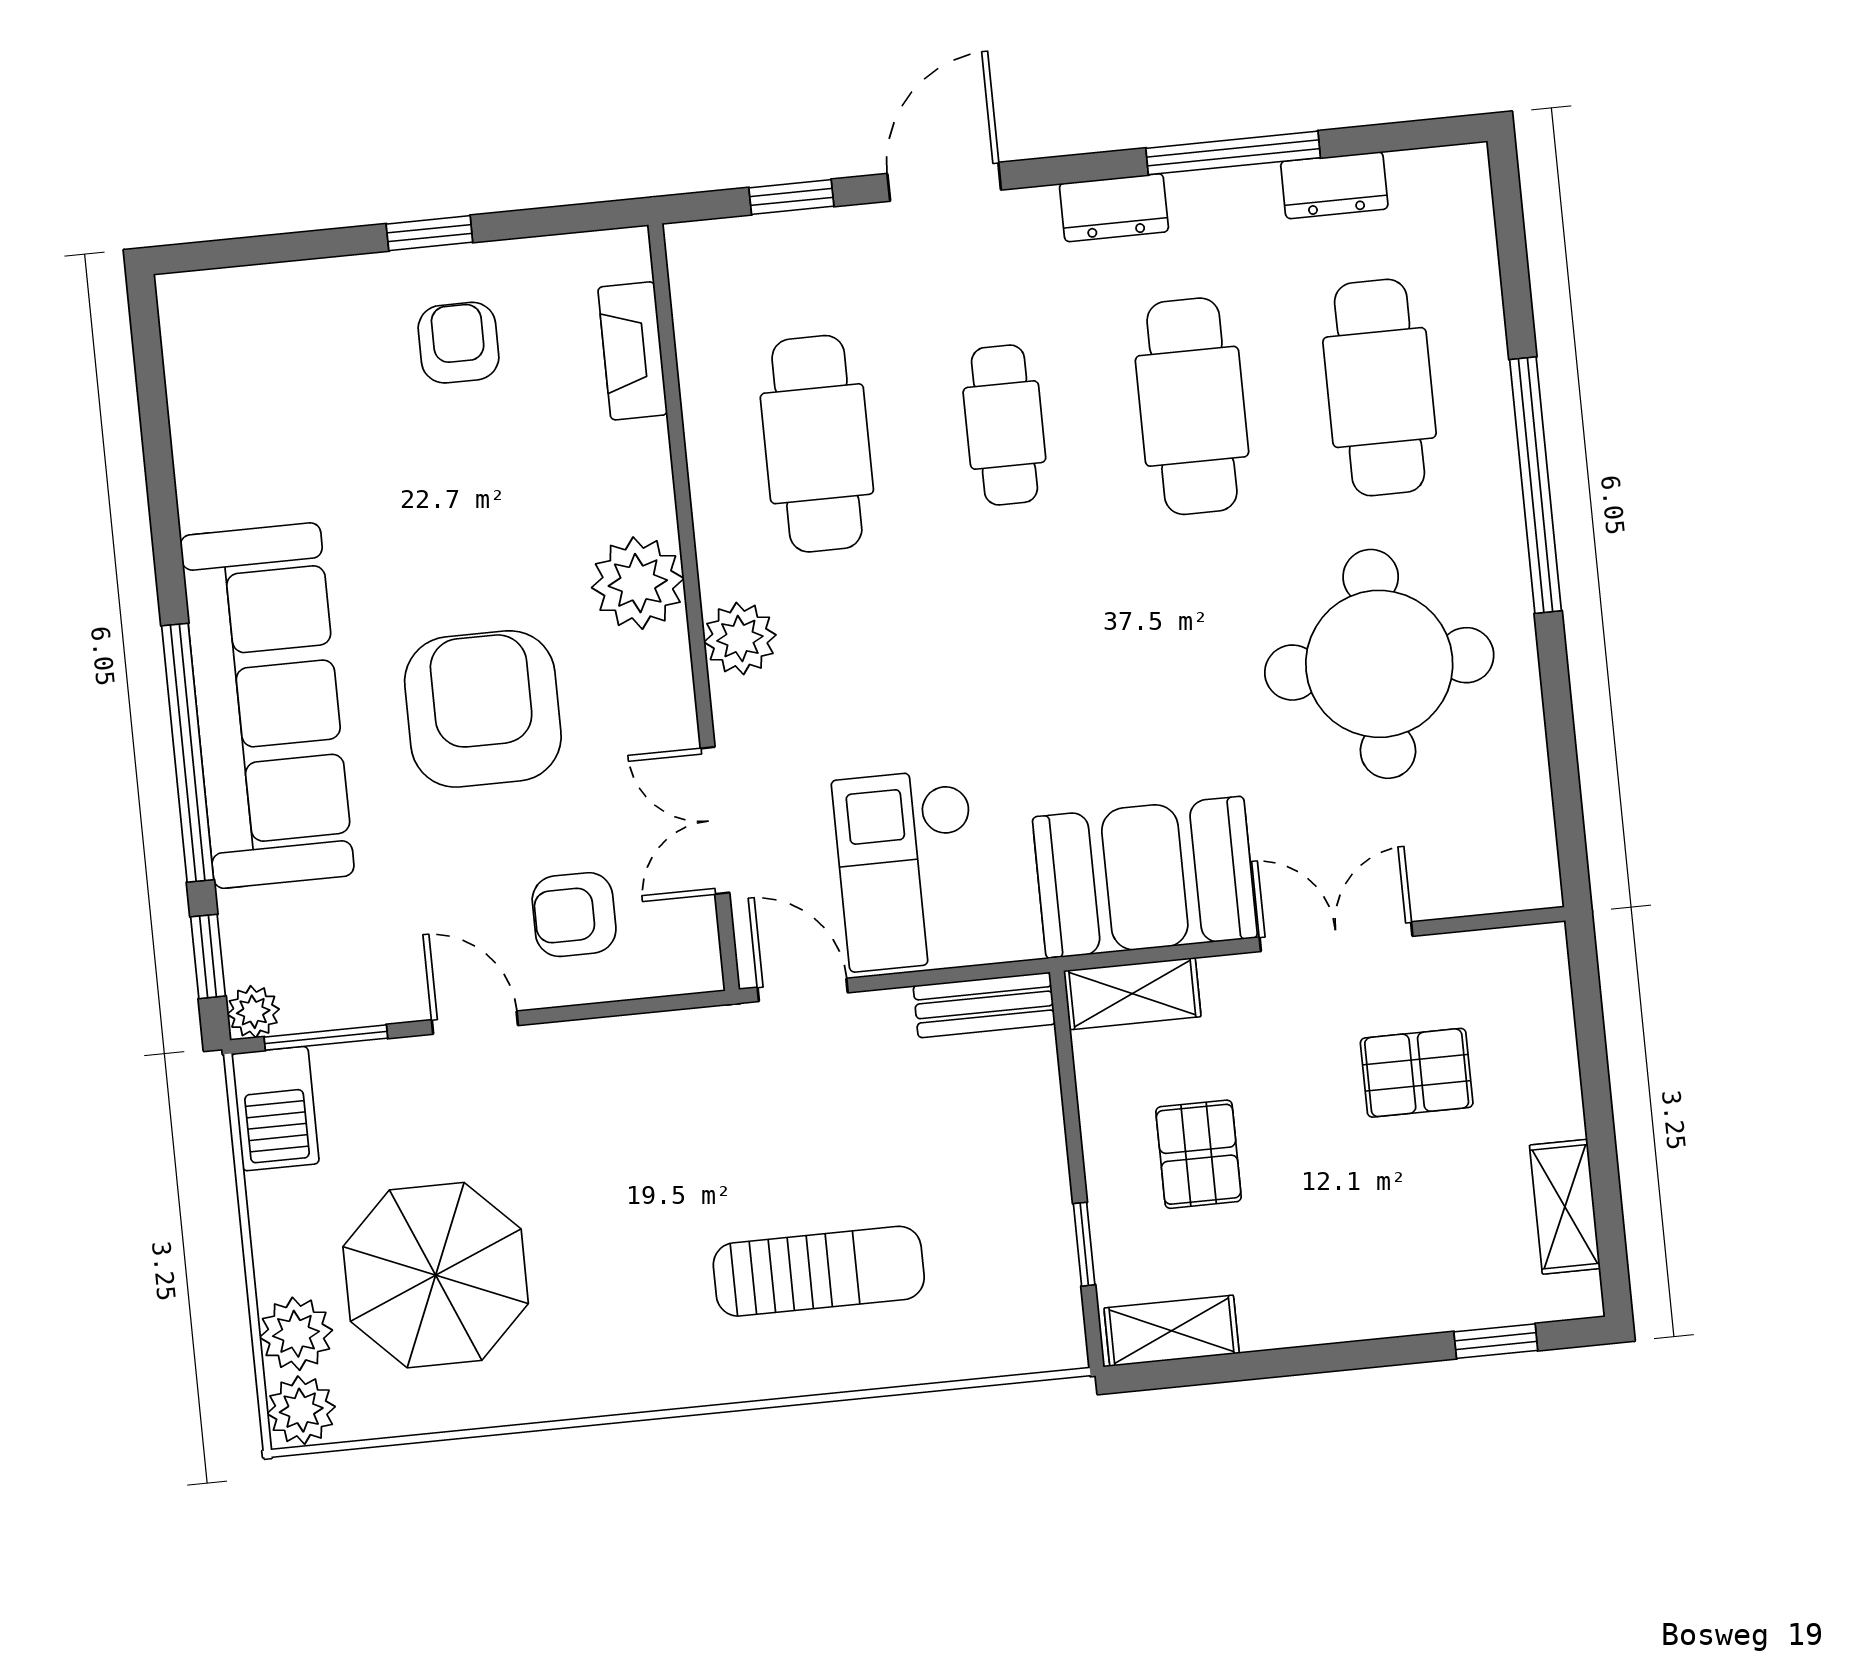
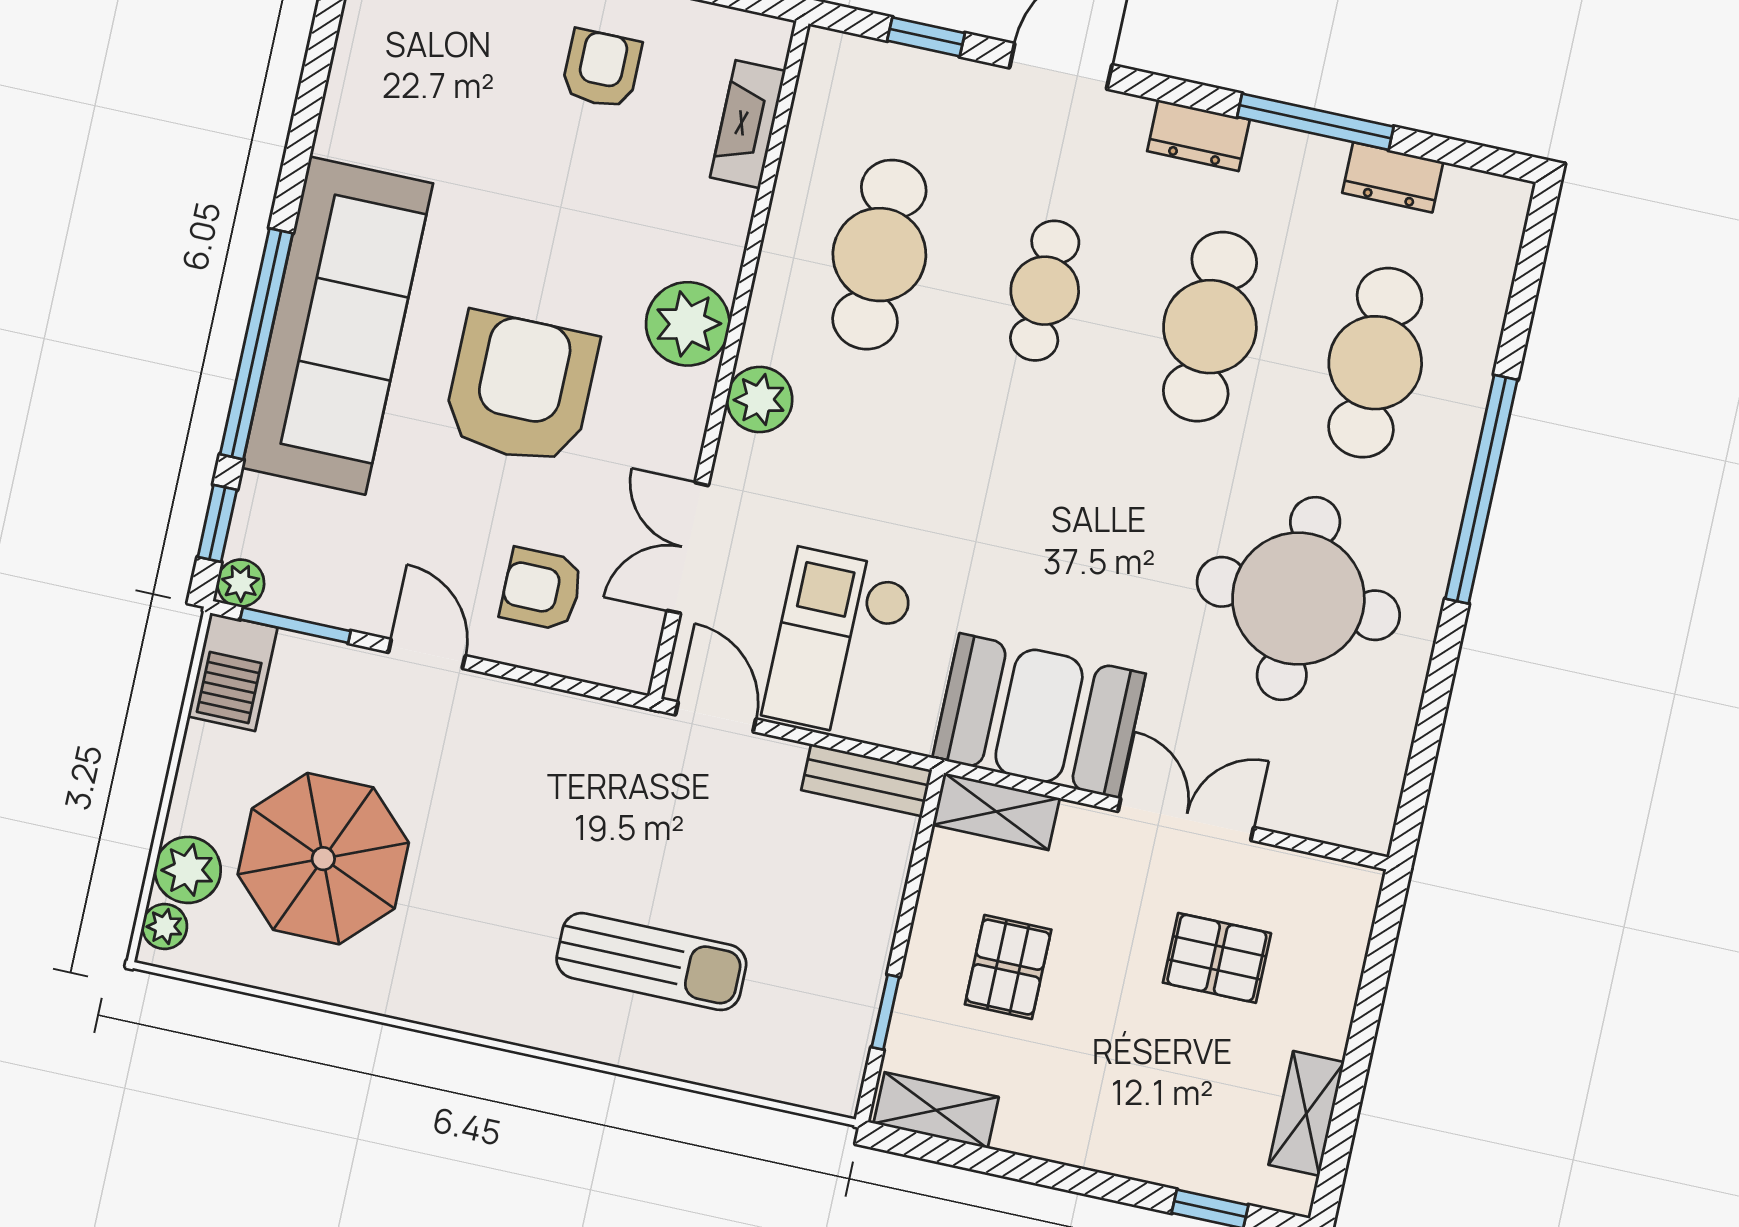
plant: (301, 1410) -> (165, 927), width x0.73, depth x0.73

